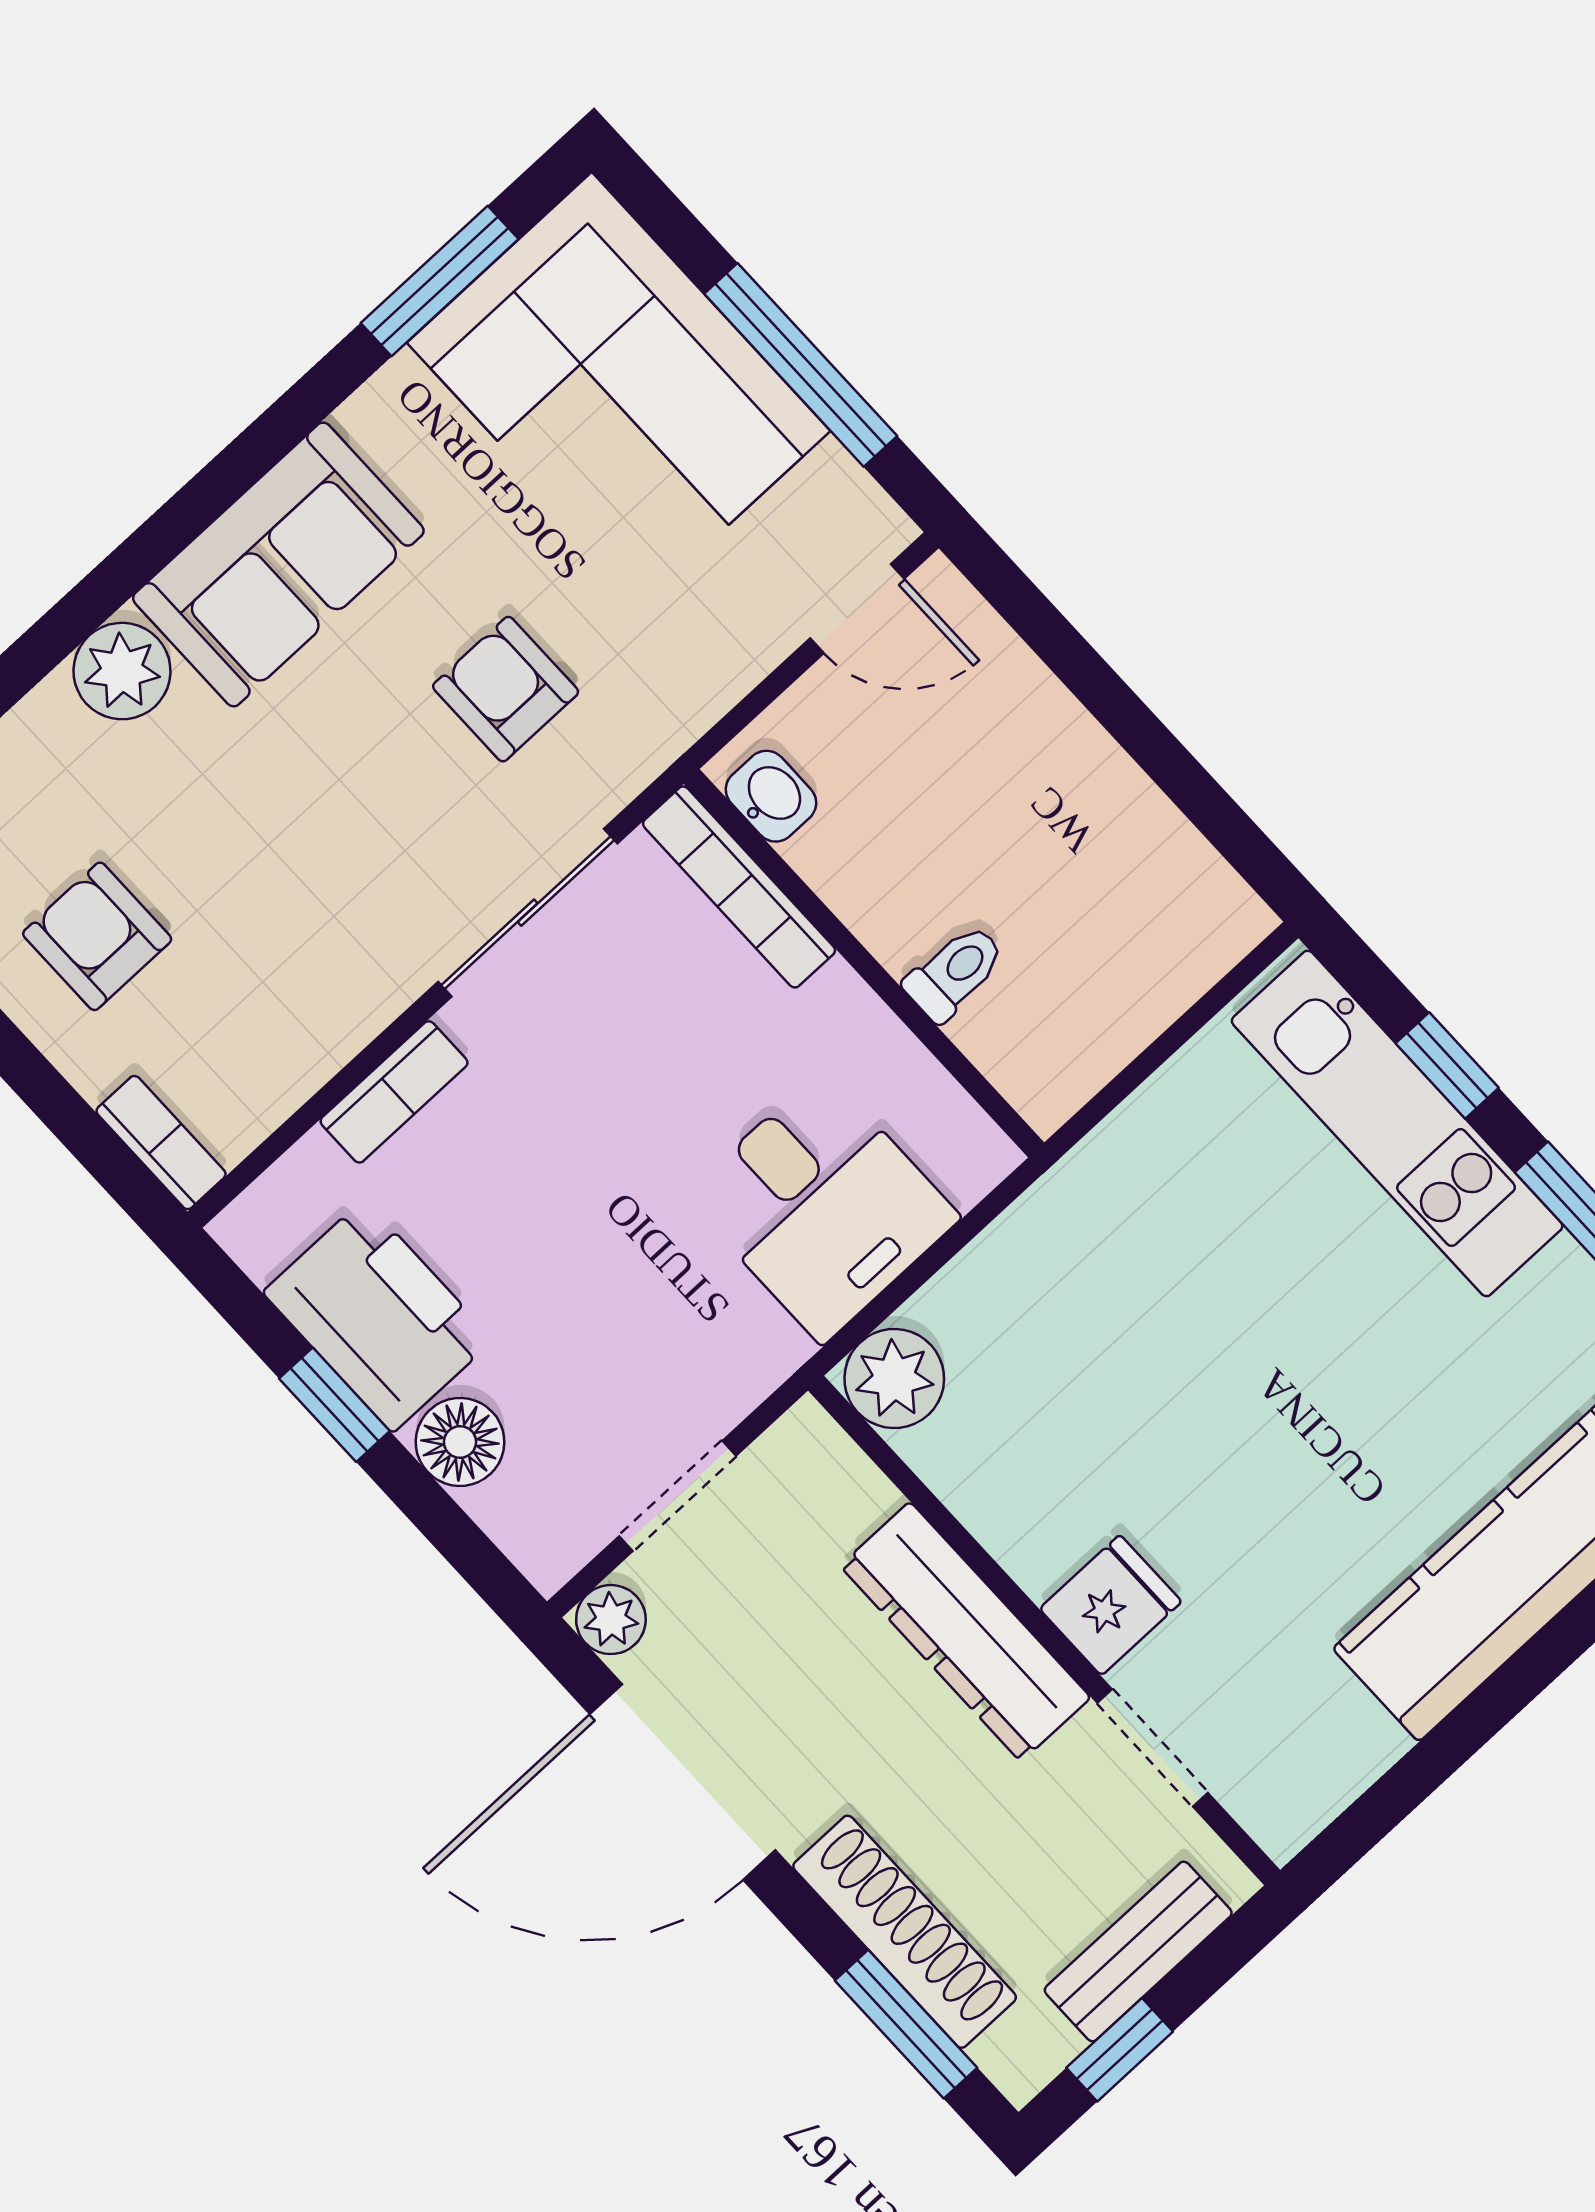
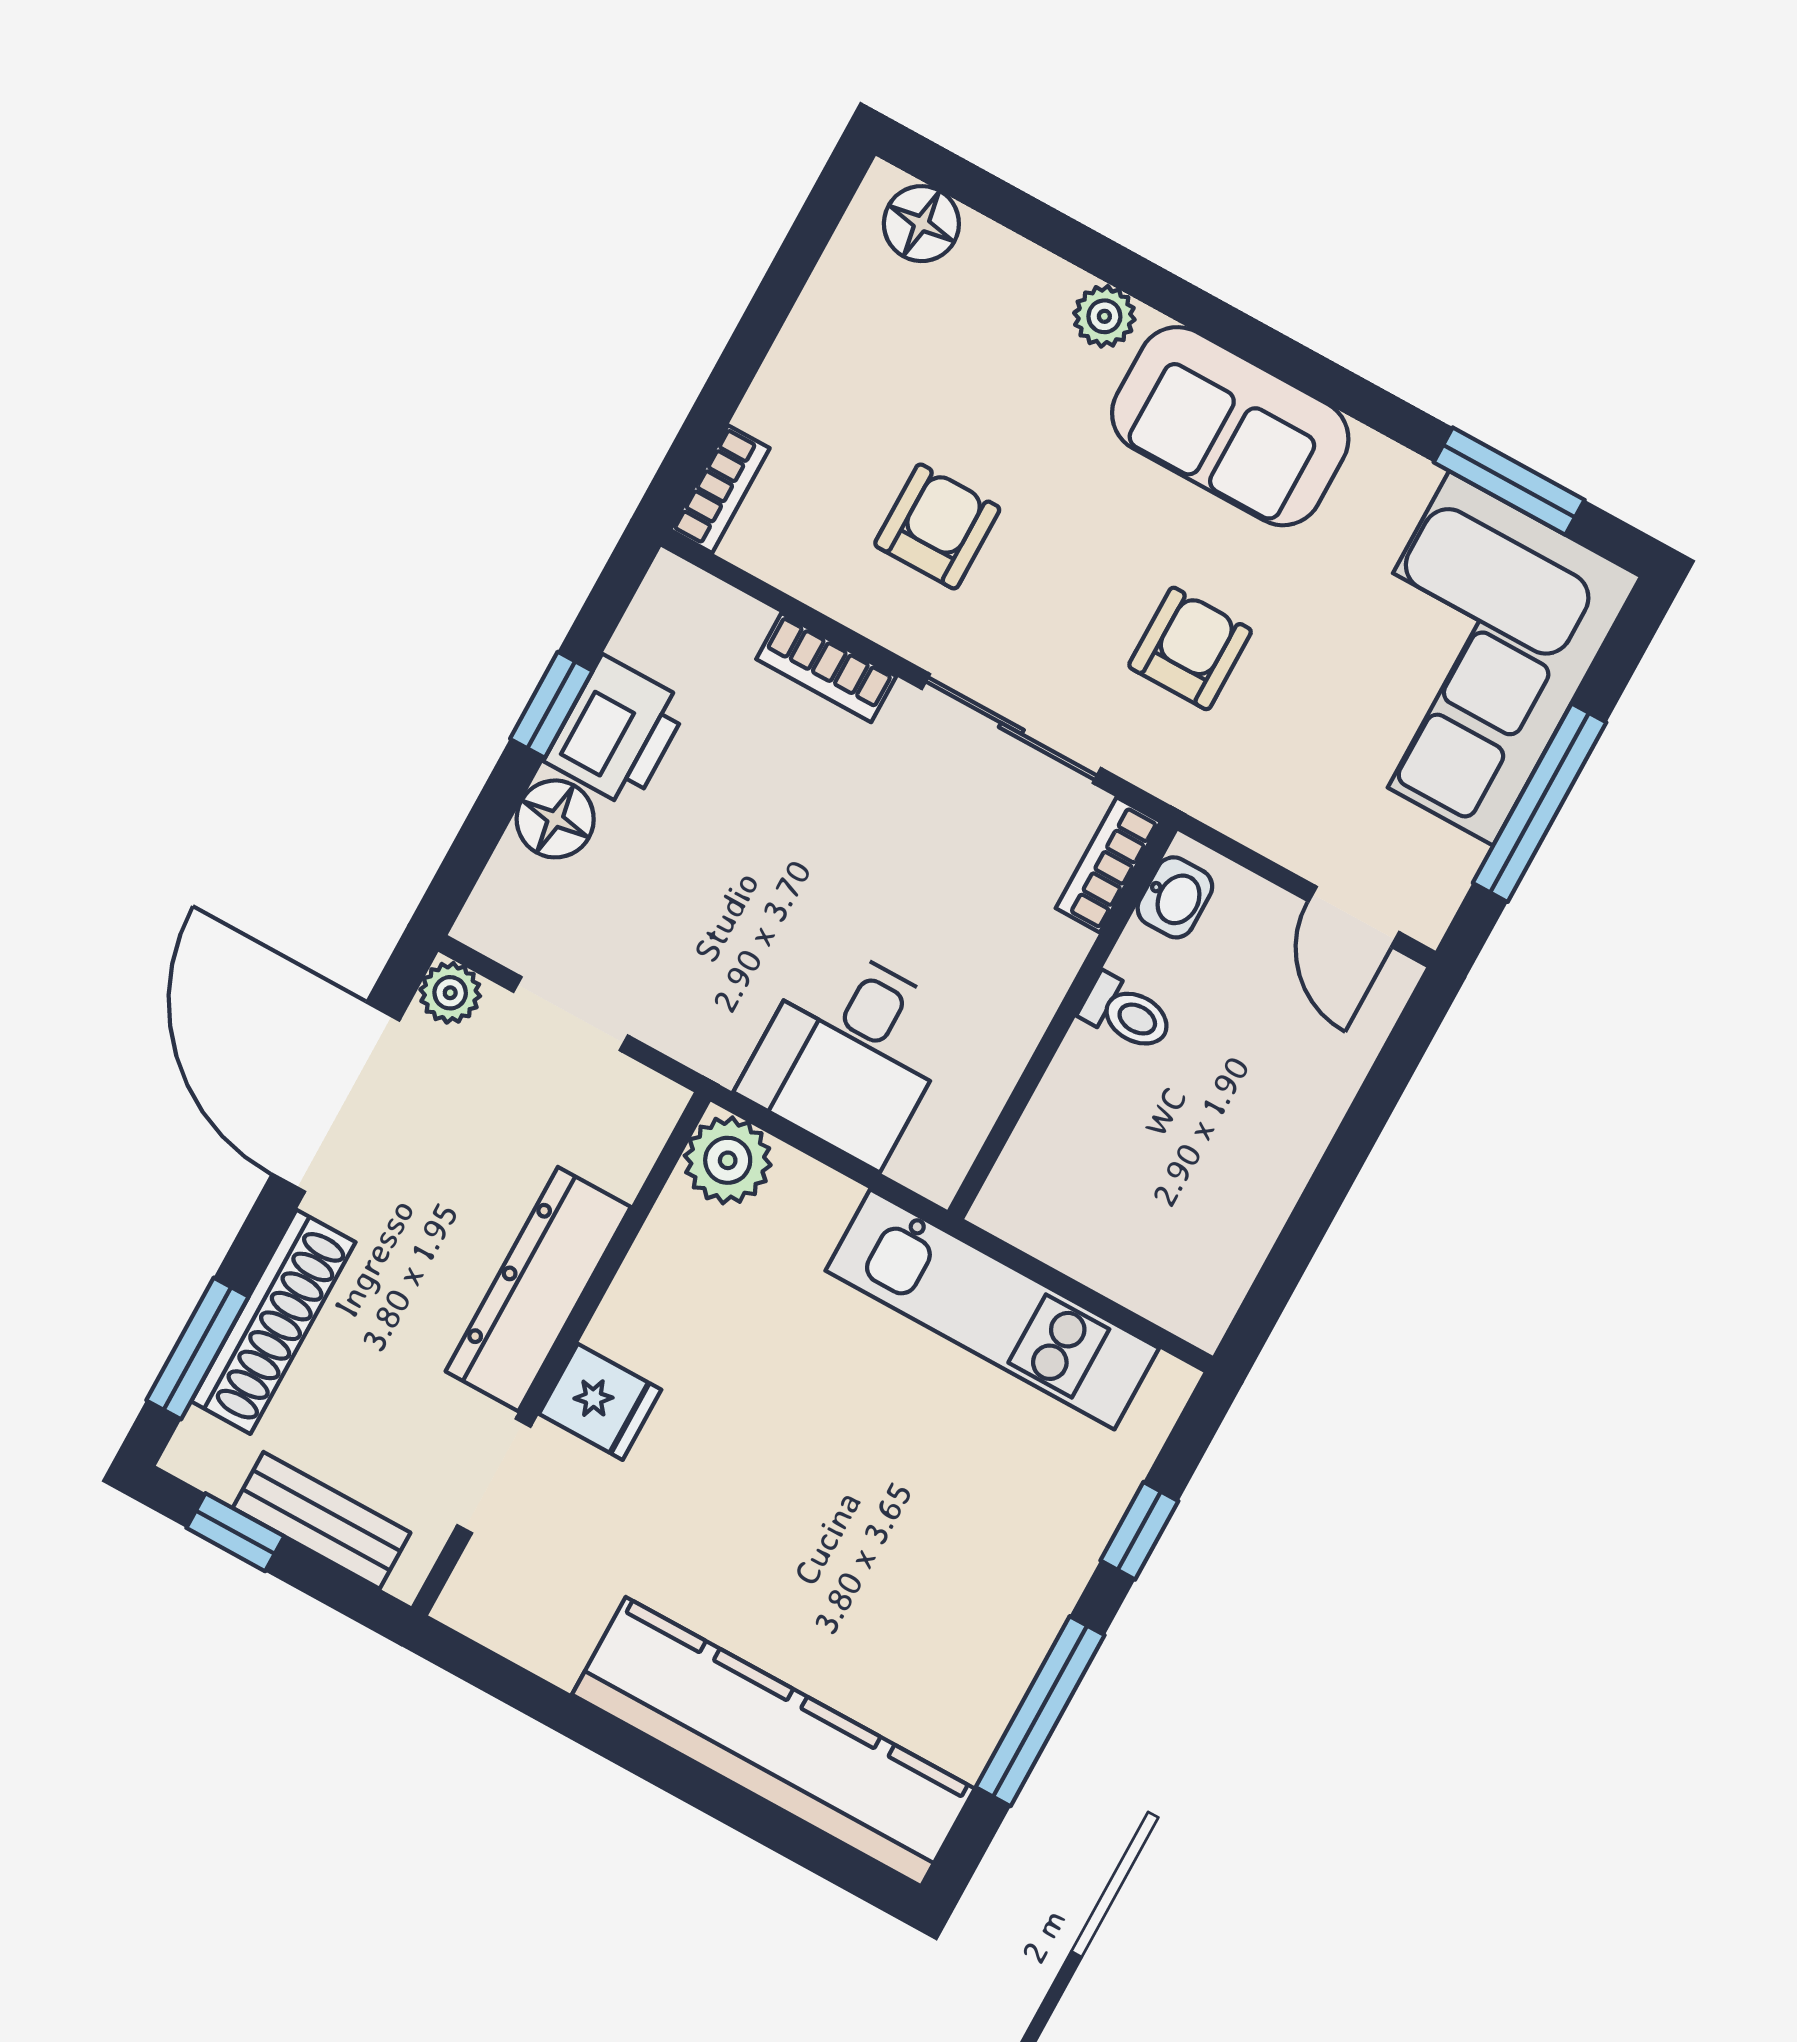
plant: (122, 671) -> (1104, 316), width x0.73, depth x0.73
bookcase: (739, 887) -> (1108, 865), width x0.64
armchair: (97, 936) -> (937, 526), moved
toilet: (955, 972) -> (1127, 1013), moved
kitchen unit: (1397, 1123) -> (992, 1309), moved, turned -90
printer: (378, 1316) -> (617, 732), width x0.73, depth x0.84

